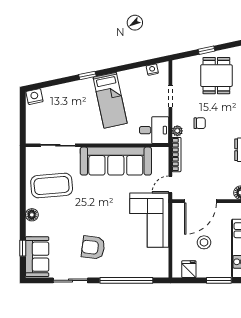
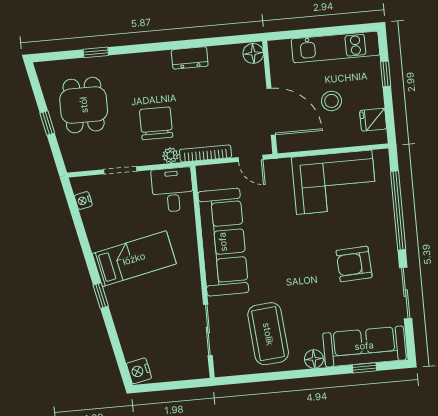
dining table: (216, 76) -> (84, 105), turned 90
chair: (200, 123) -> (156, 123), width x1.87, depth x1.87
corner sofa: (149, 220) -> (334, 182), moved
armchair: (93, 248) -> (354, 264), turned 80
sofa: (37, 257) -> (364, 346), width x1.36
window: (219, 280) -> (386, 74), width x0.67

